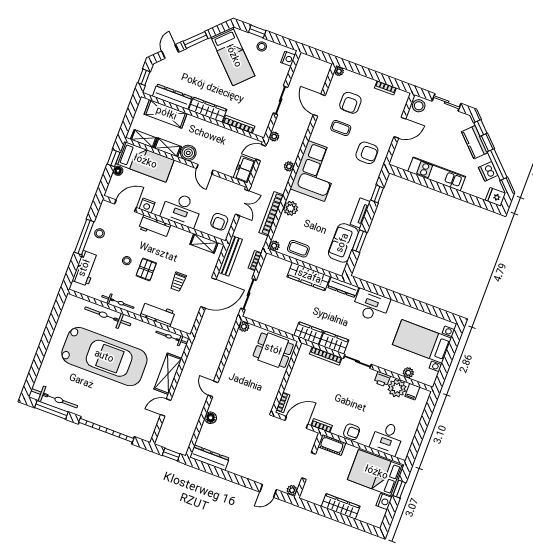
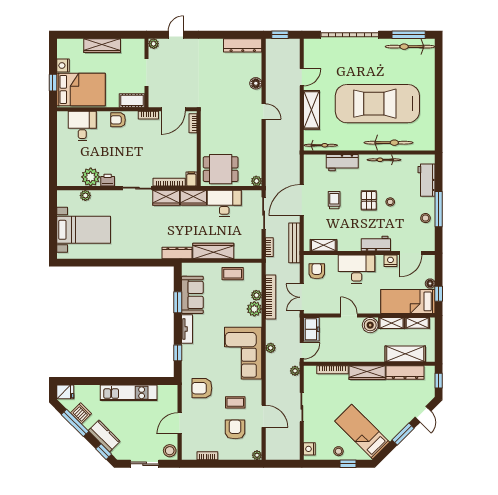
plant: (274, 246) -> (256, 295), moved
desk: (371, 306) -> (224, 203), moved, turned 180
filing cabinet: (412, 392) -> (191, 179), moved

